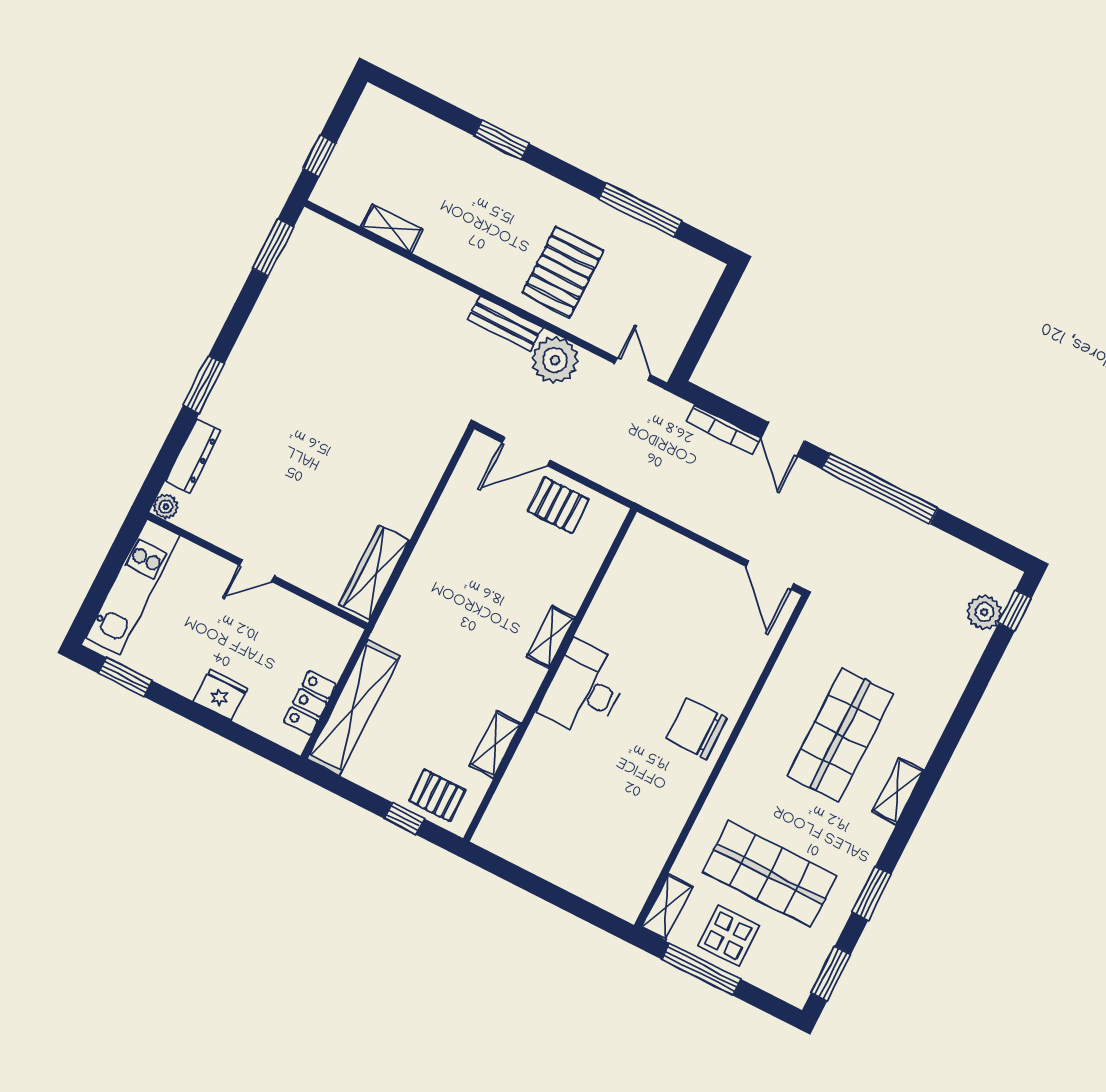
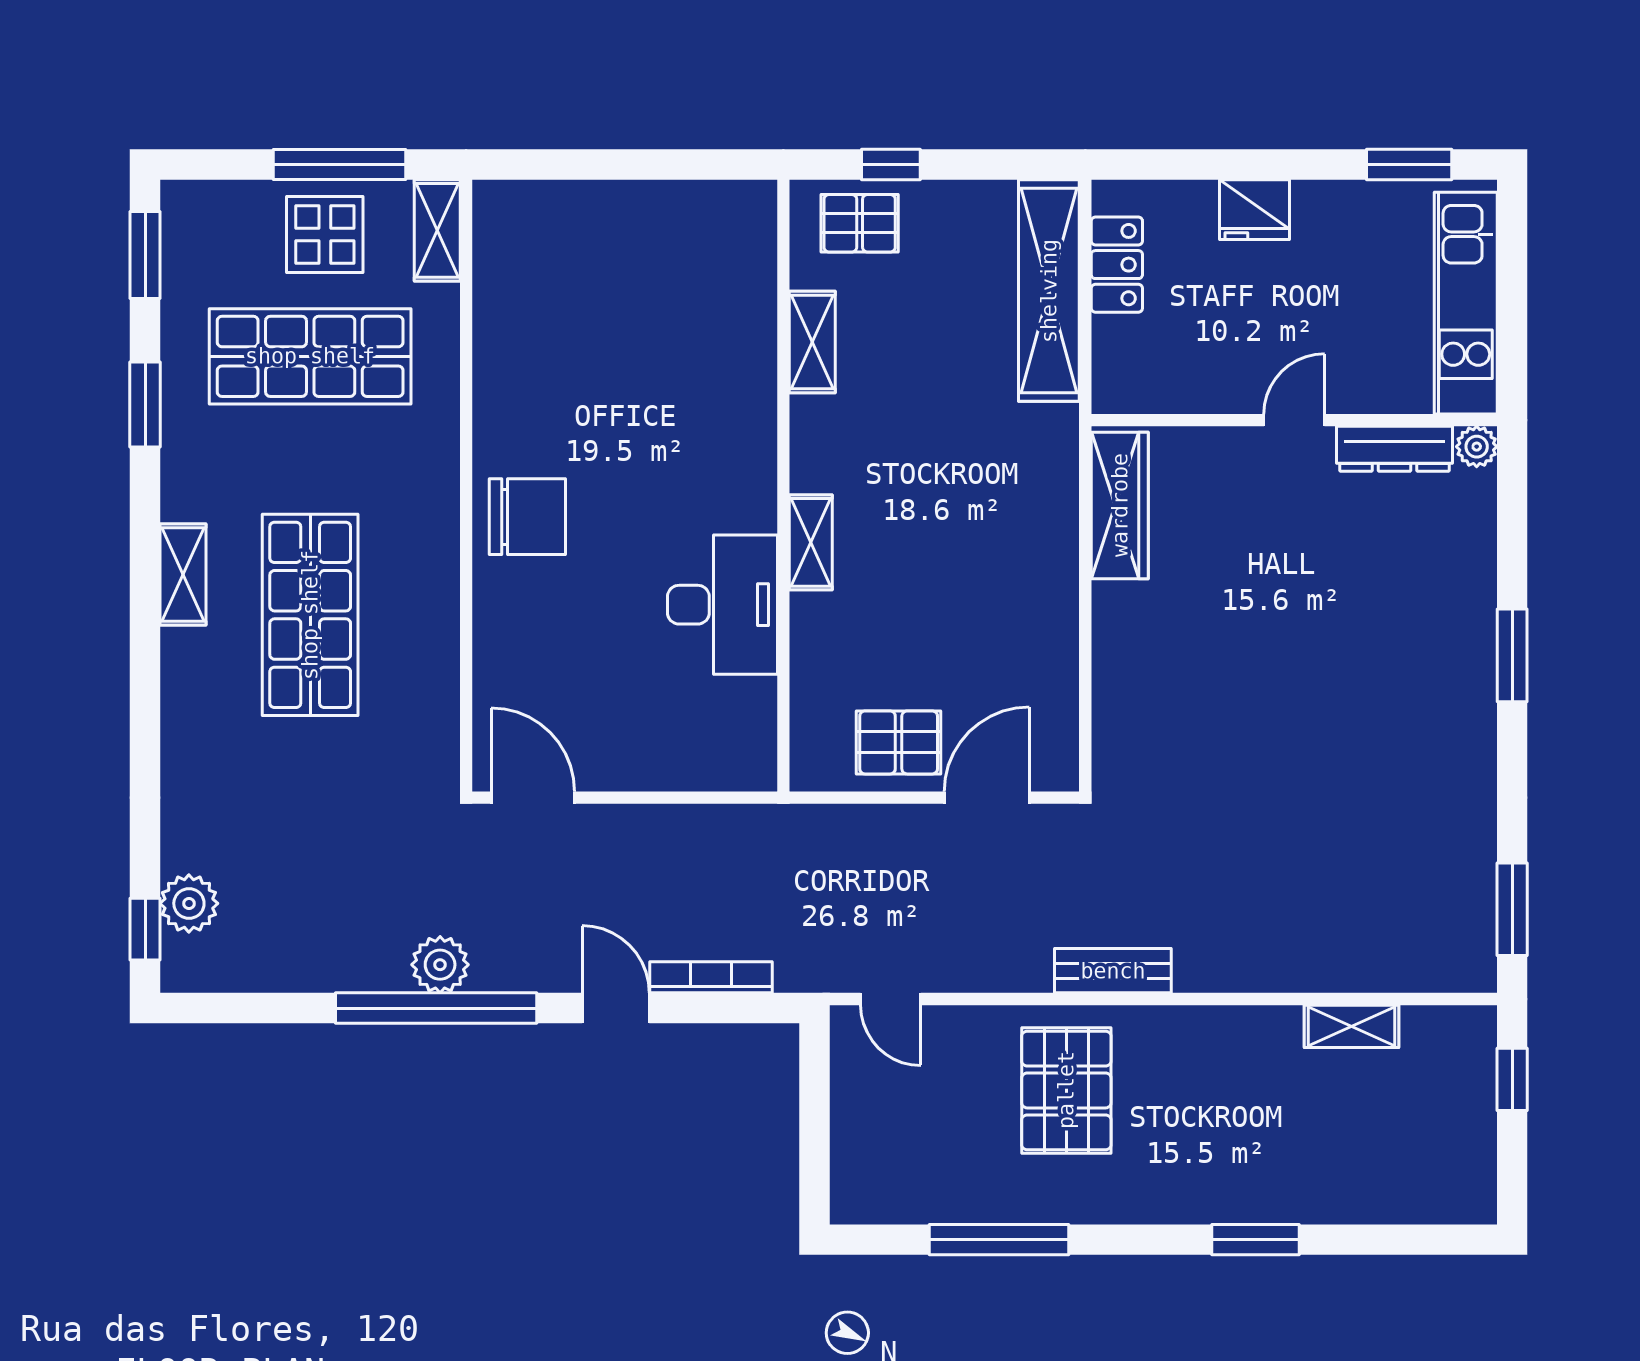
plant: (555, 360) -> (440, 965), moved, width x0.73, depth x0.73
dresser: (193, 456) -> (1395, 449), moved, turned -90
desk: (584, 690) -> (722, 605), moved

